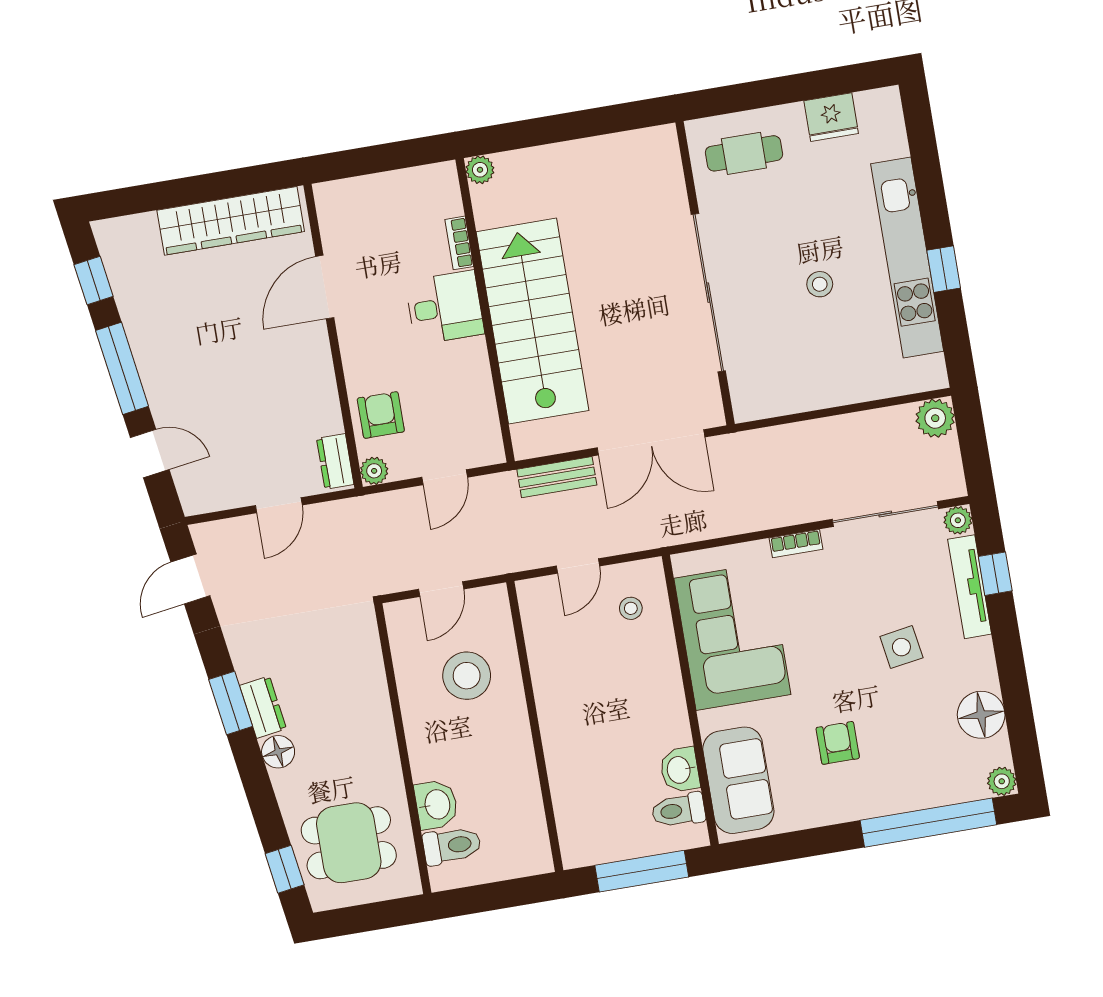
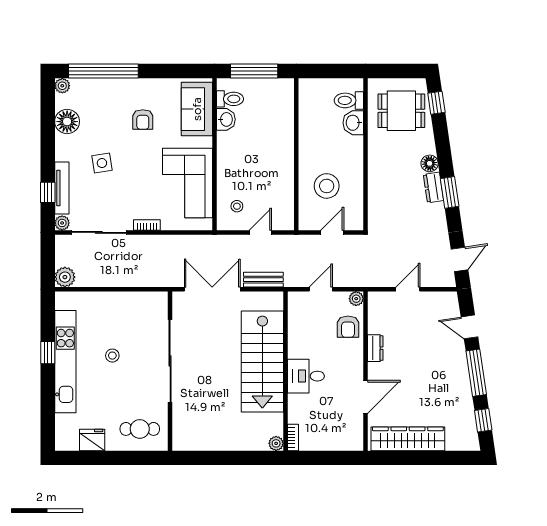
bookcase: (459, 243) -> (293, 437), moved
dresser: (335, 461) -> (375, 348), moved

